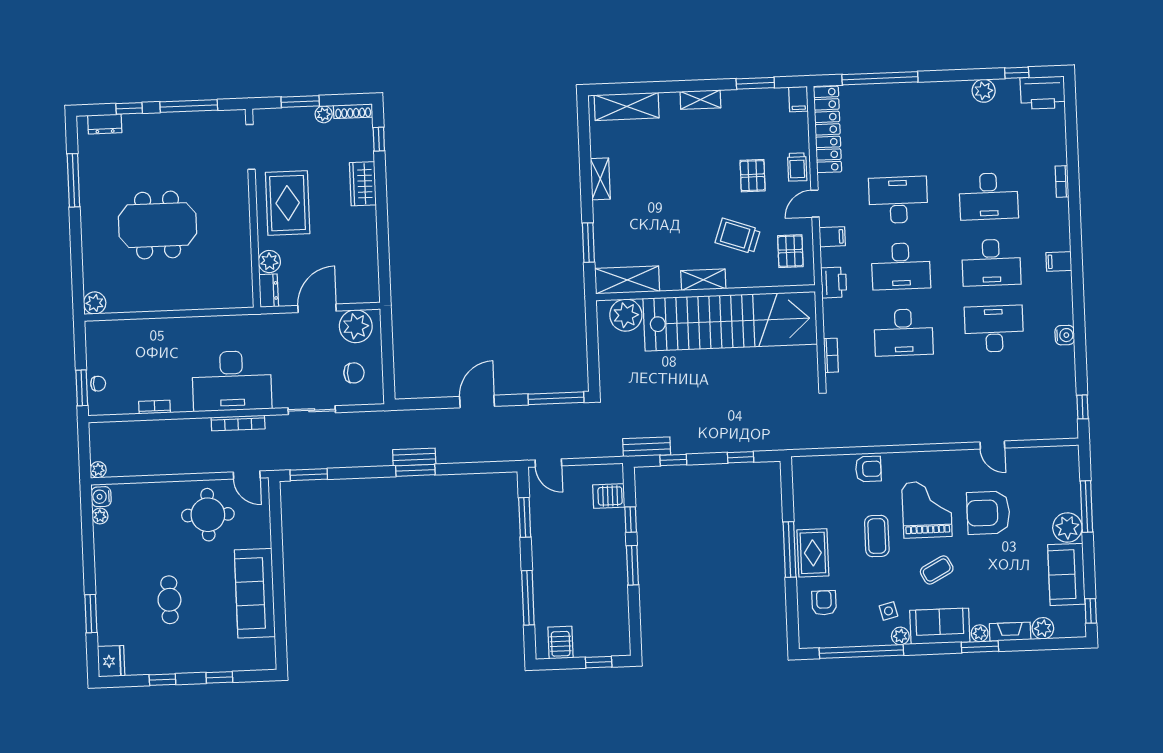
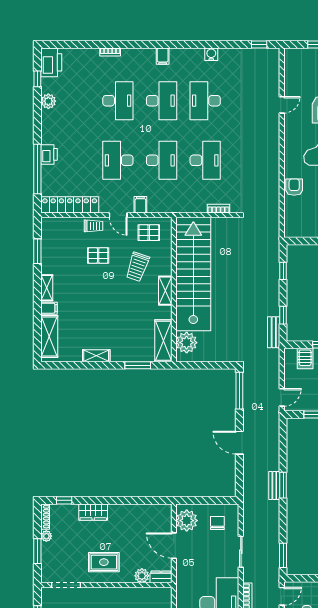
filing cabinet: (798, 99) -> (49, 308), moved
rug: (288, 203) -> (104, 562), width x0.73, depth x0.70
printer: (834, 282) -> (49, 154), moved, turned 90

